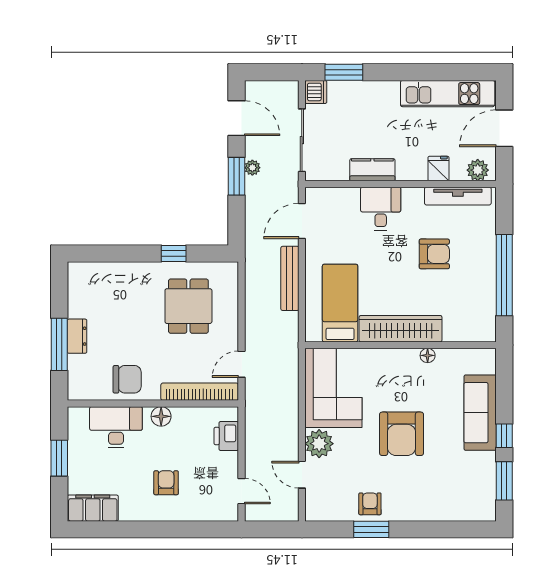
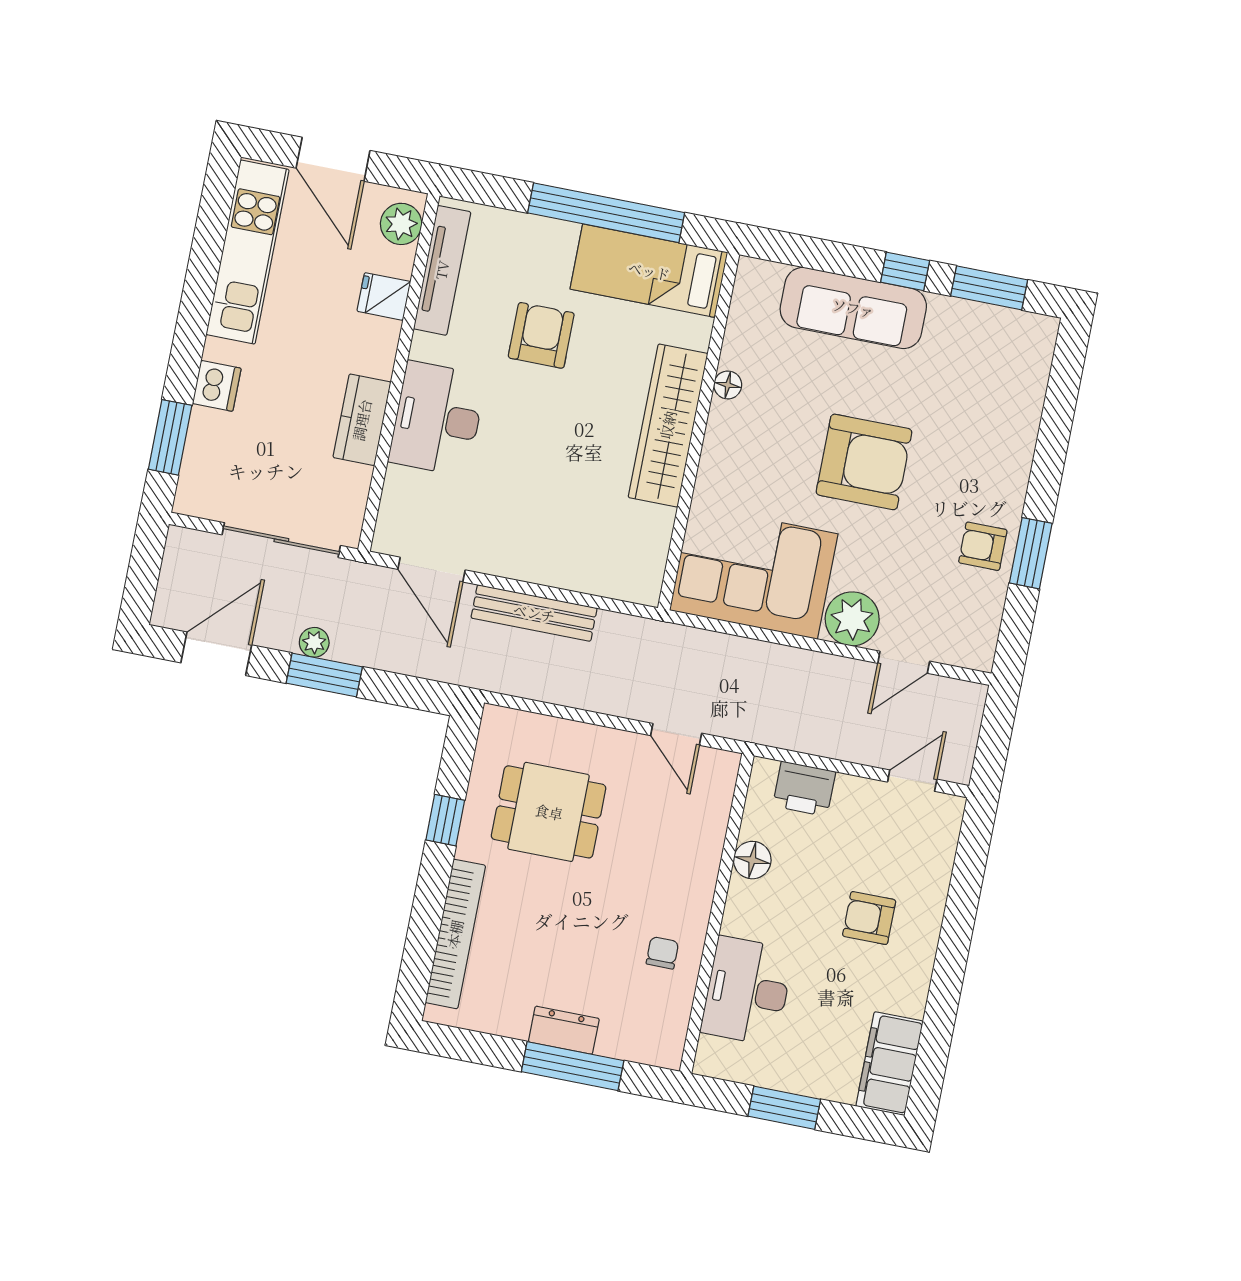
dishwasher: (316, 92) -> (217, 386), moved, turned 90
desk: (381, 209) -> (437, 419), width x1.37
bed: (340, 303) -> (649, 271), moved
chair: (127, 379) -> (662, 953), width x0.54, depth x0.54
bookcase: (200, 392) -> (455, 934), moved, turned 180
floor lamp: (161, 416) -> (752, 860), moved

